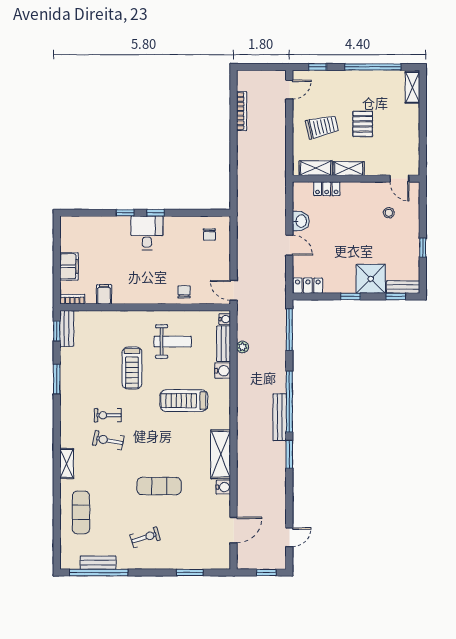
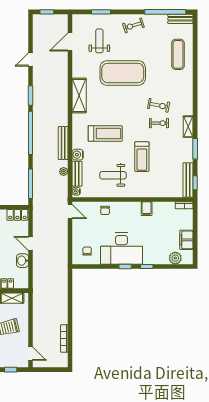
door: (289, 90) -> (30, 354), swing flipped
plant: (85, 225) -> (175, 258), added
desk: (147, 233) -> (122, 249), width x1.87, depth x1.30
filing cabinet: (69, 266) -> (186, 240), moved
filing cabinet: (104, 294) -> (147, 209), moved
bench: (67, 328) -> (188, 180), width x1.36
treadmill: (132, 368) -> (142, 157), turned 180
bench: (280, 417) -> (63, 143), moved
shelving: (67, 464) -> (188, 127), moved
exercise mat: (159, 486) -> (123, 73), width x2.00, depth x1.45
water cooler: (223, 487) -> (77, 72), removed
weight bench: (192, 531) -> (99, 41), added
exercise bike: (145, 537) -> (133, 25), moved
door: (289, 537) -> (30, 59), moved
bench: (98, 563) -> (180, 19), moved

